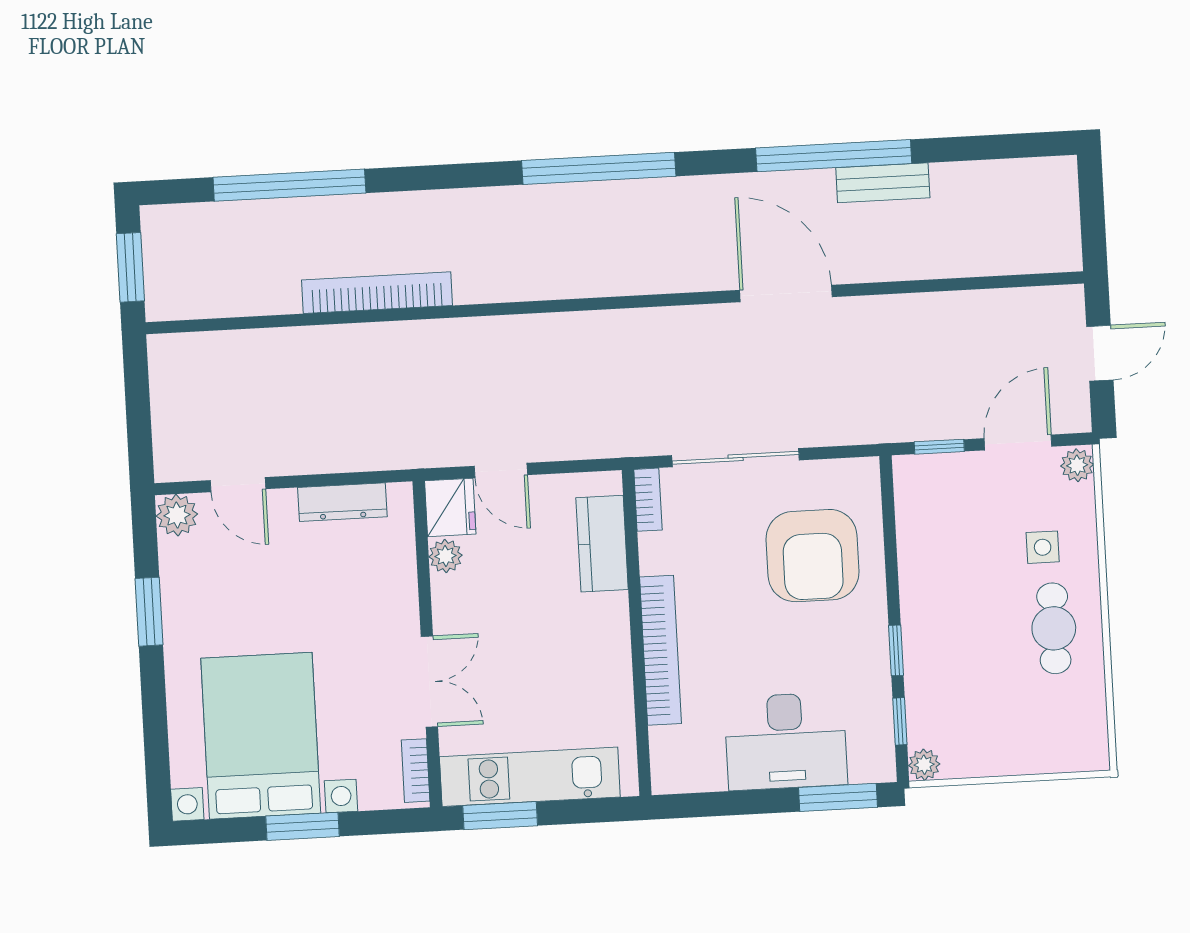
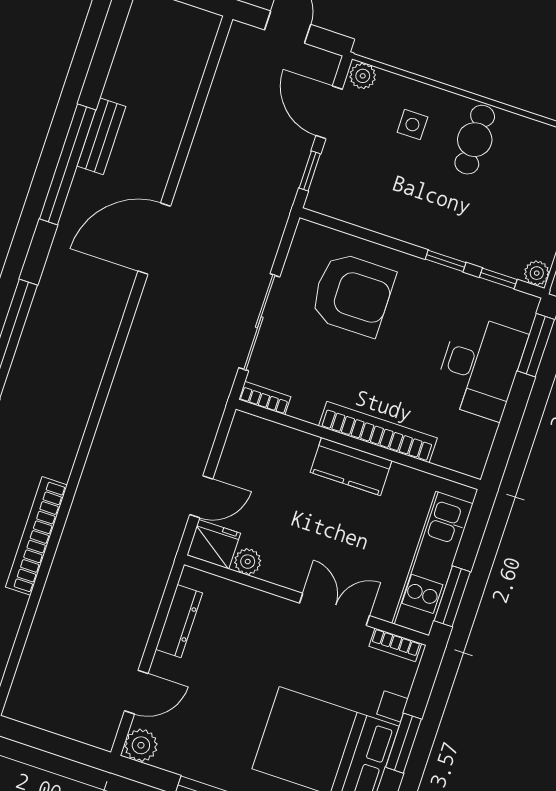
kitchen counter: (602, 544) -> (351, 467), moved
cafe table: (1054, 628) -> (475, 140), turned 90

